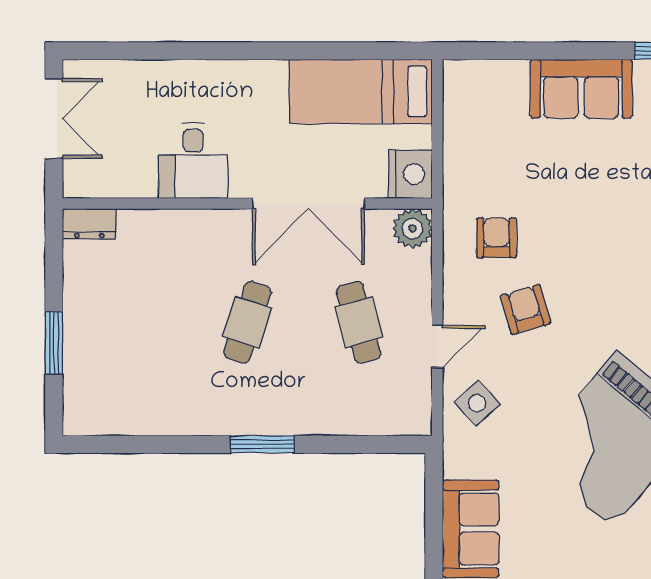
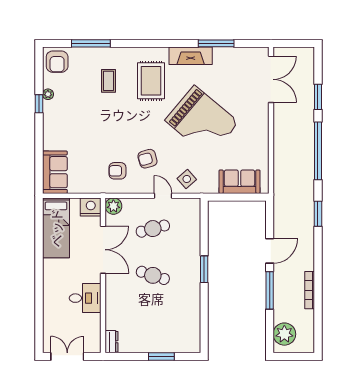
sofa: (581, 89) -> (55, 172), moved

